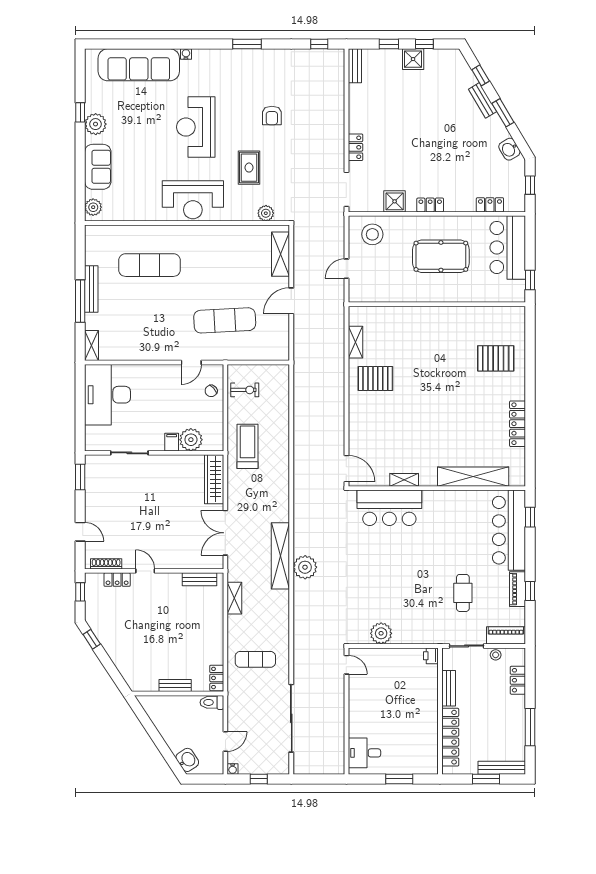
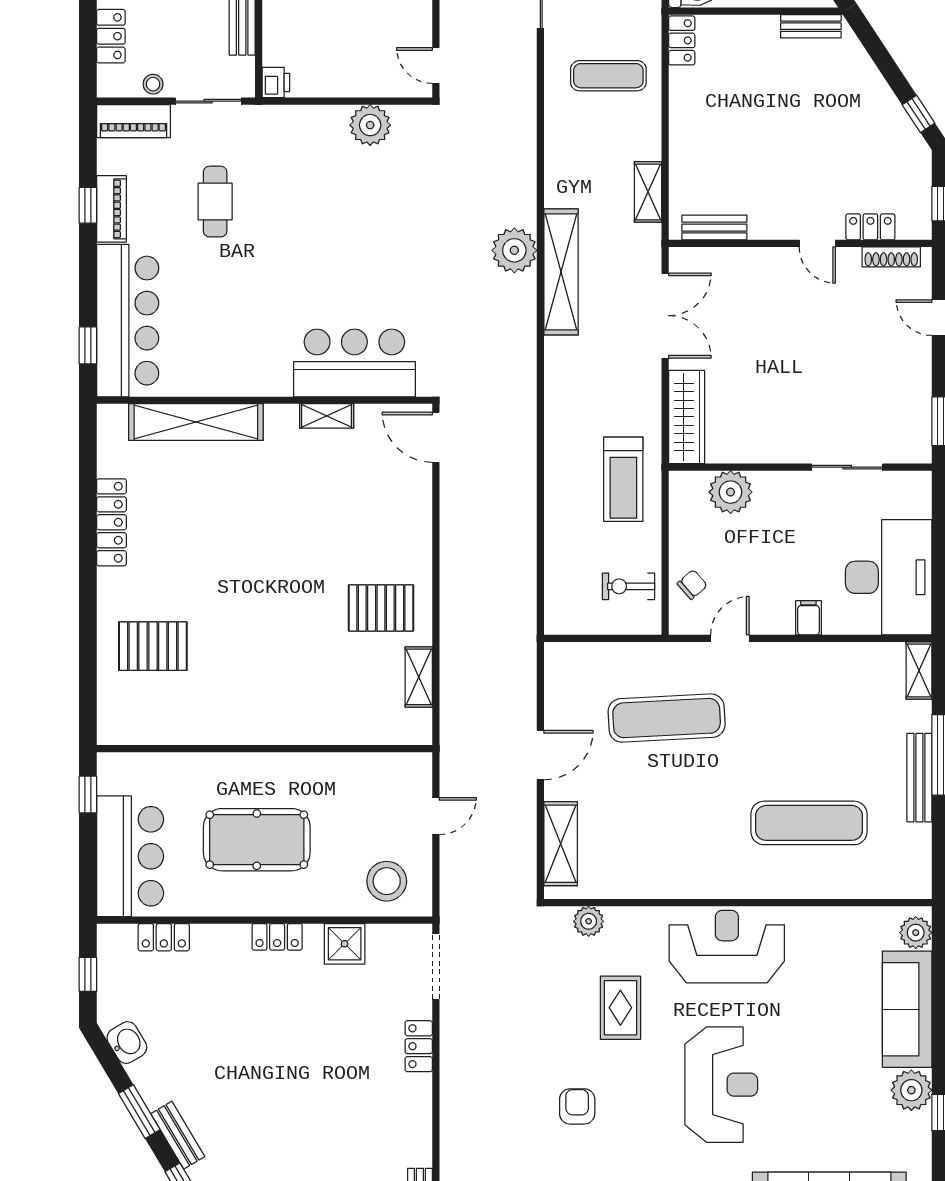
sofa: (98, 167) -> (907, 1009), width x1.36
filing cabinet: (172, 442) -> (808, 618), moved, turned 180
bench: (175, 685) -> (811, 26), moved

